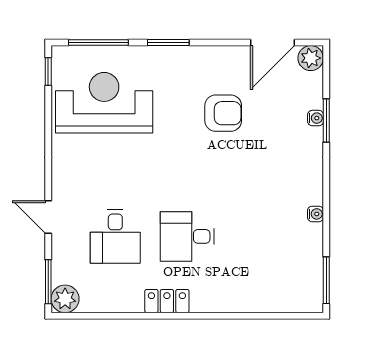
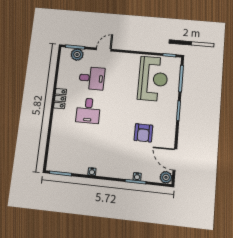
desk: (115, 236) -> (92, 78), turned 180
desk: (187, 236) -> (88, 111), turned 180
plant: (65, 299) -> (77, 55), moved

